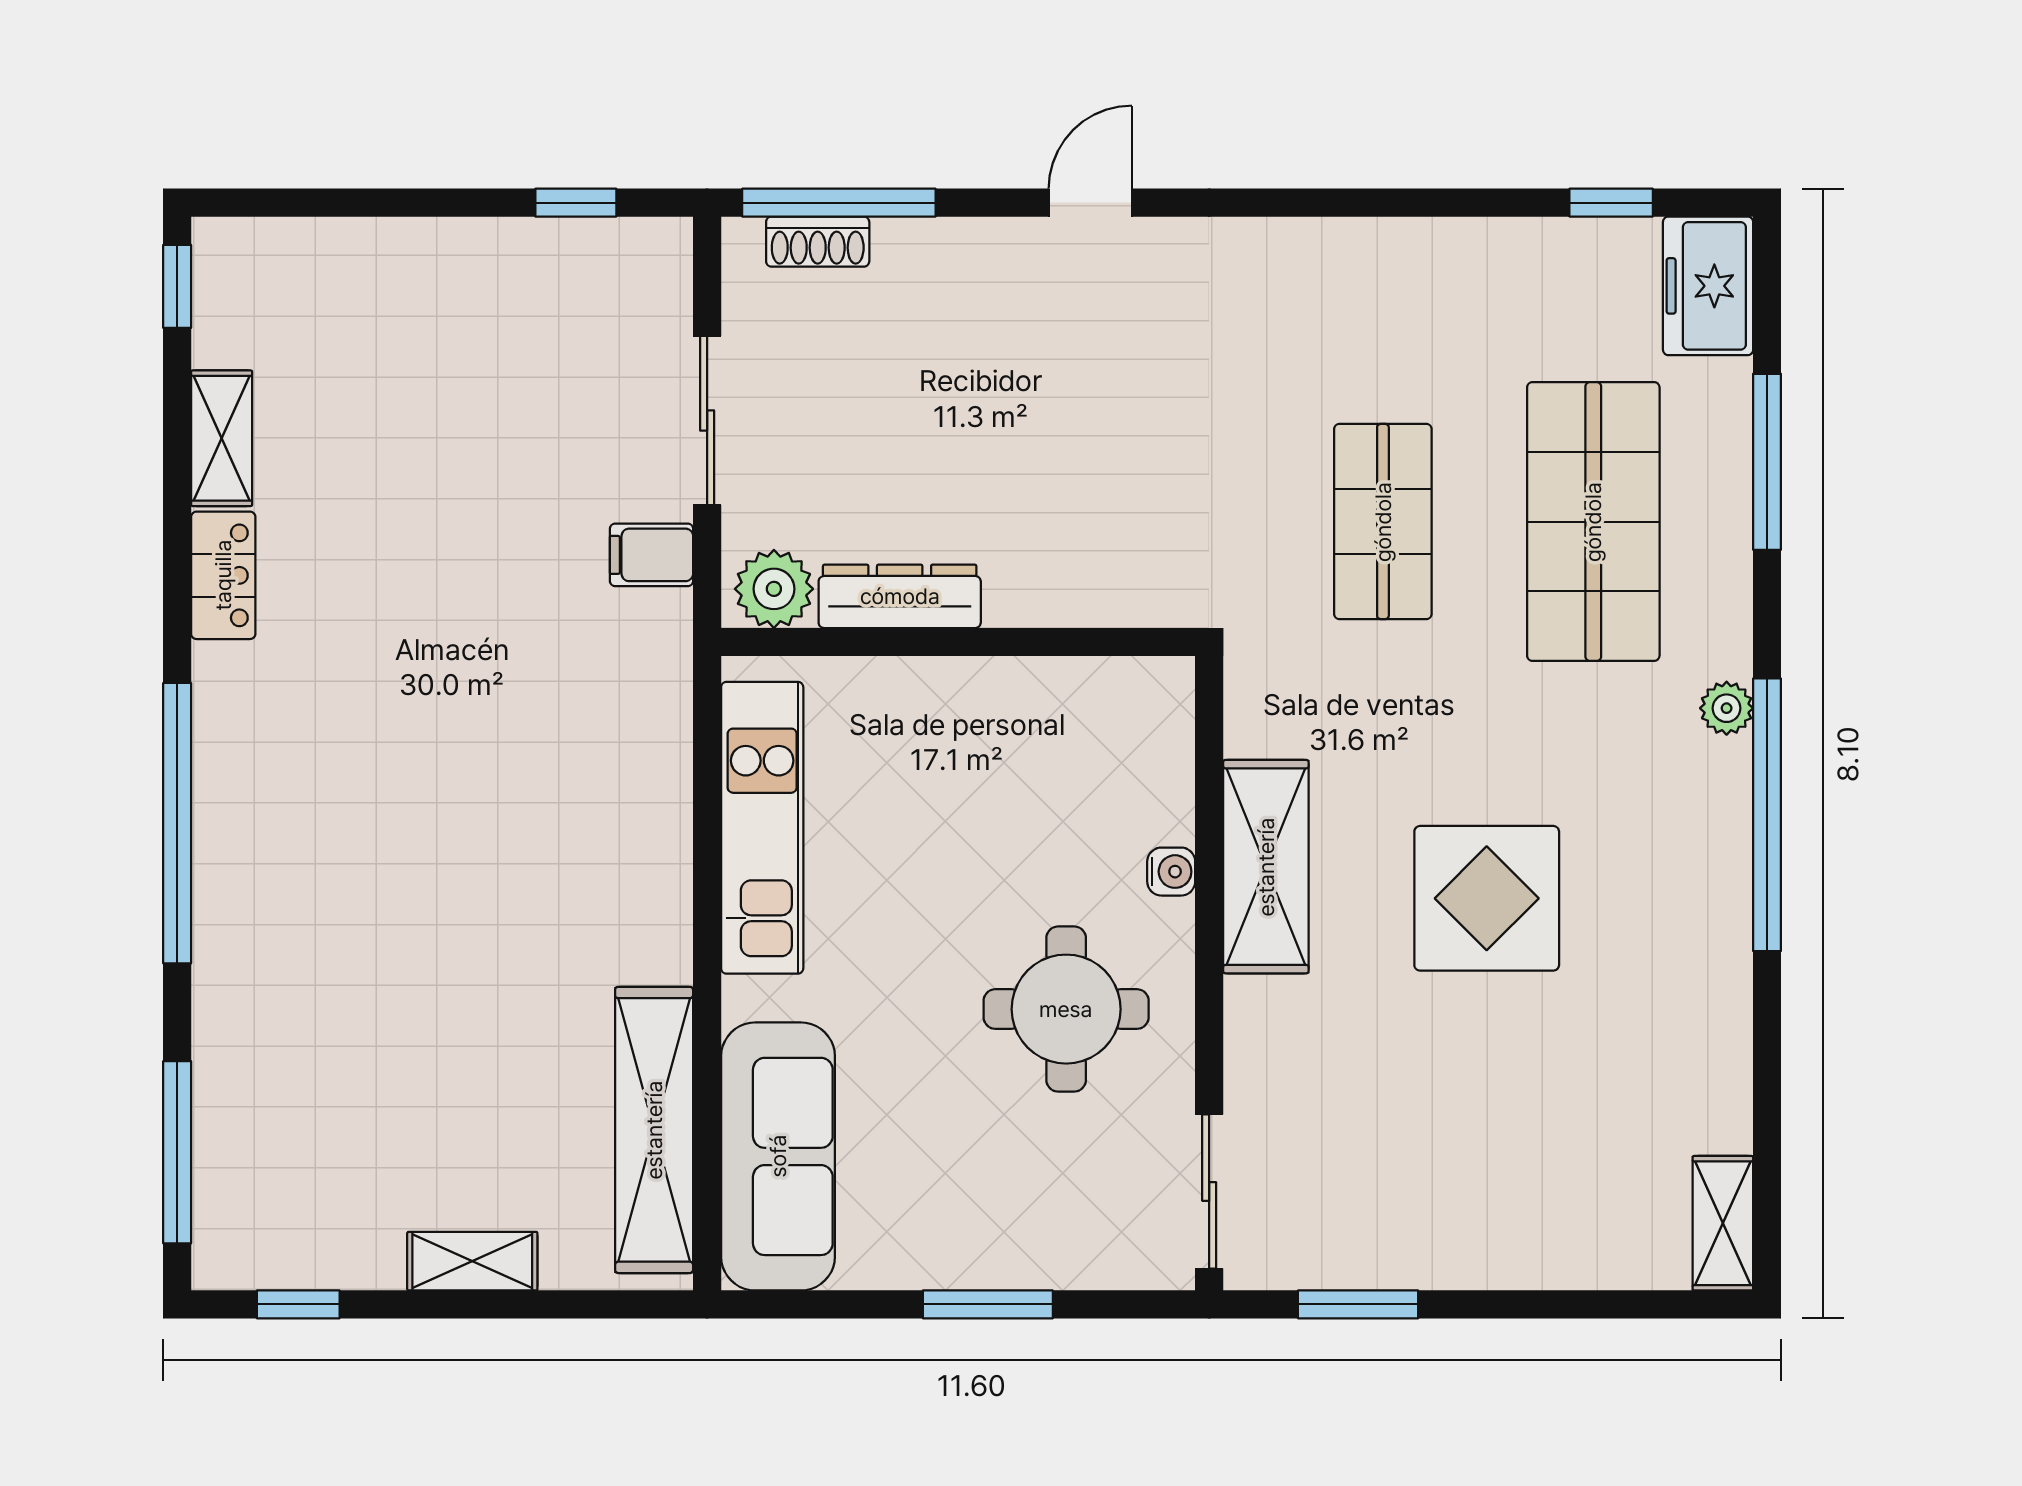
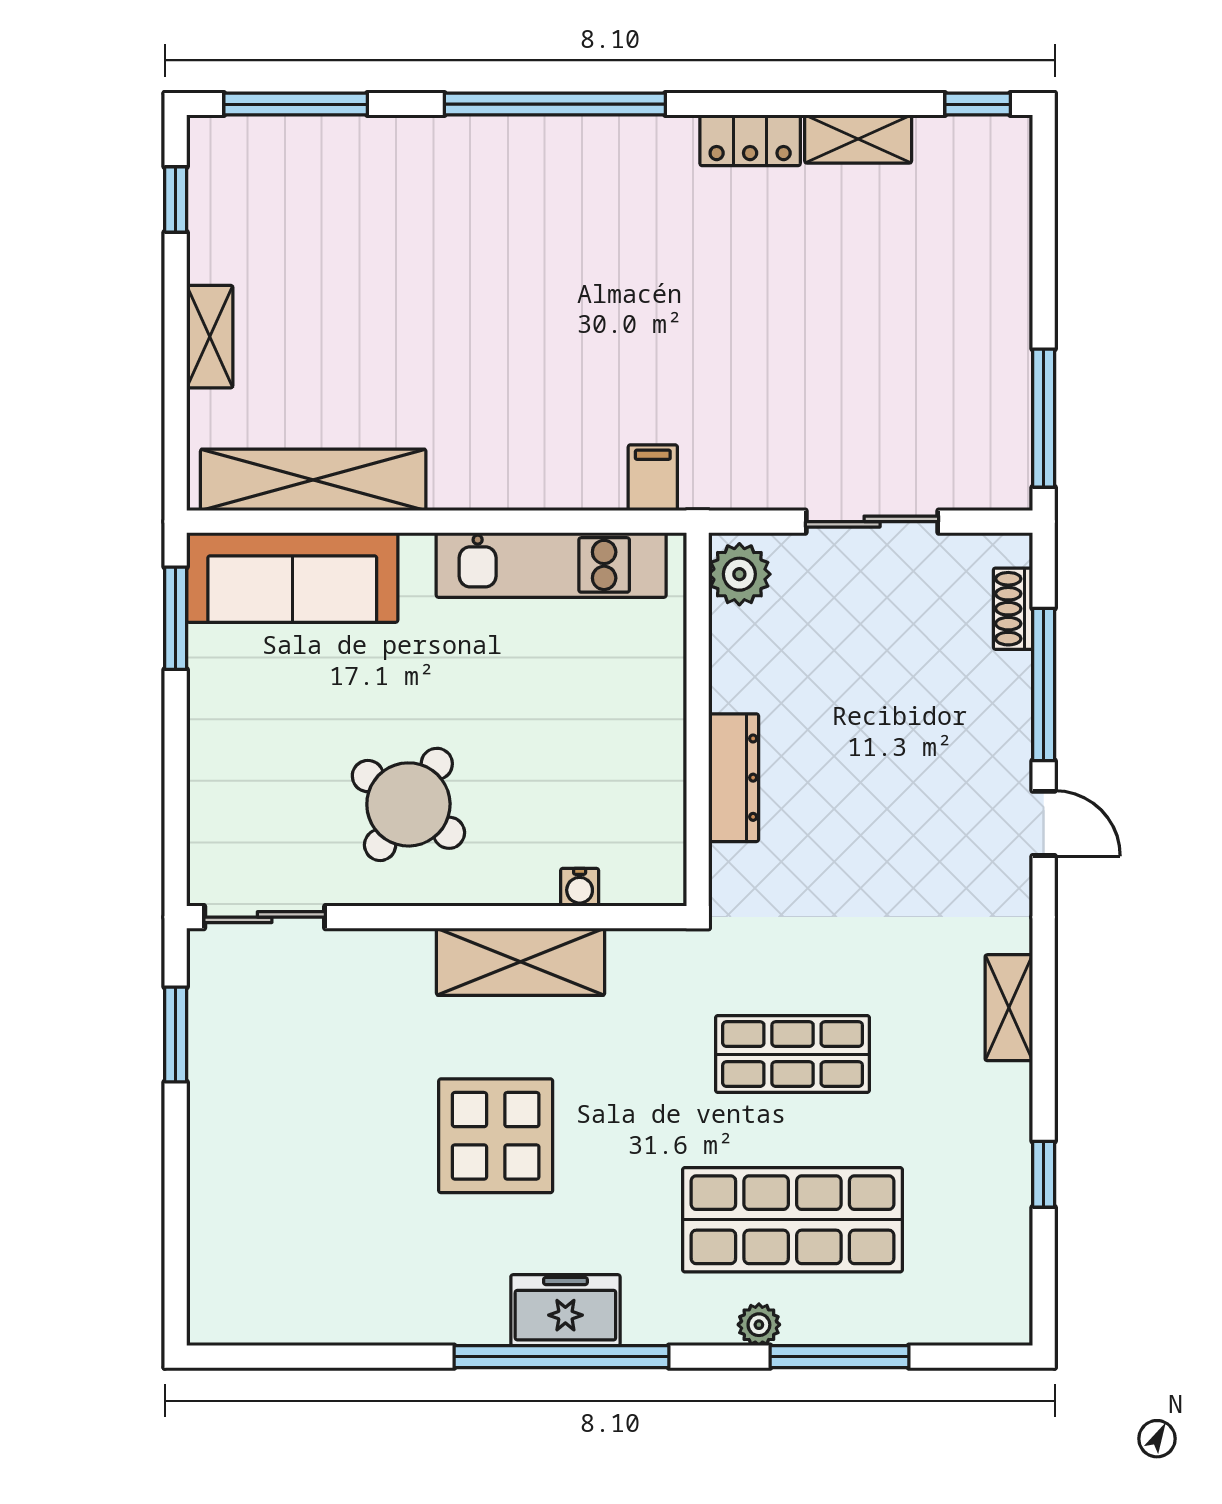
window: (576, 203) -> (1044, 418), width x2.17
window: (839, 203) -> (1044, 685), moved
window: (1611, 203) -> (1044, 1174), moved
freezer: (1708, 286) -> (565, 1310), moved
filing cabinet: (651, 555) -> (653, 478), moved
dresser: (900, 596) -> (734, 778), moved
plant: (1727, 708) -> (759, 1325), moved
water cooler: (1171, 872) -> (580, 887), moved
round table: (1066, 1009) -> (408, 804), turned 35
shelving: (1723, 1223) -> (1009, 1008), moved, turned 90
window: (988, 1304) -> (176, 618), moved

